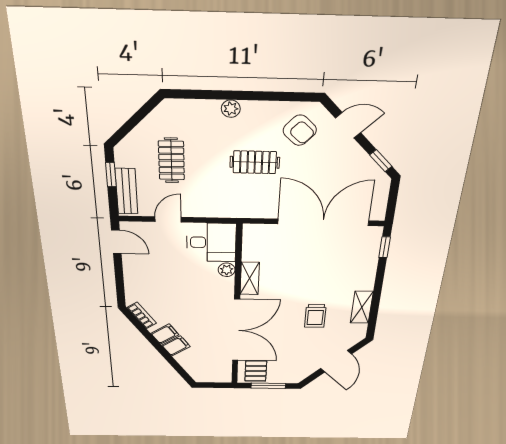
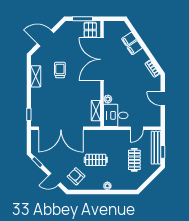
bench: (126, 191) -> (156, 148), width x1.36
door: (116, 242) -> (163, 99), moved
shelving: (250, 278) -> (96, 111), moved
filing cabinet: (165, 334) -> (129, 39), moved
door: (336, 361) -> (46, 38), hinge flipped

